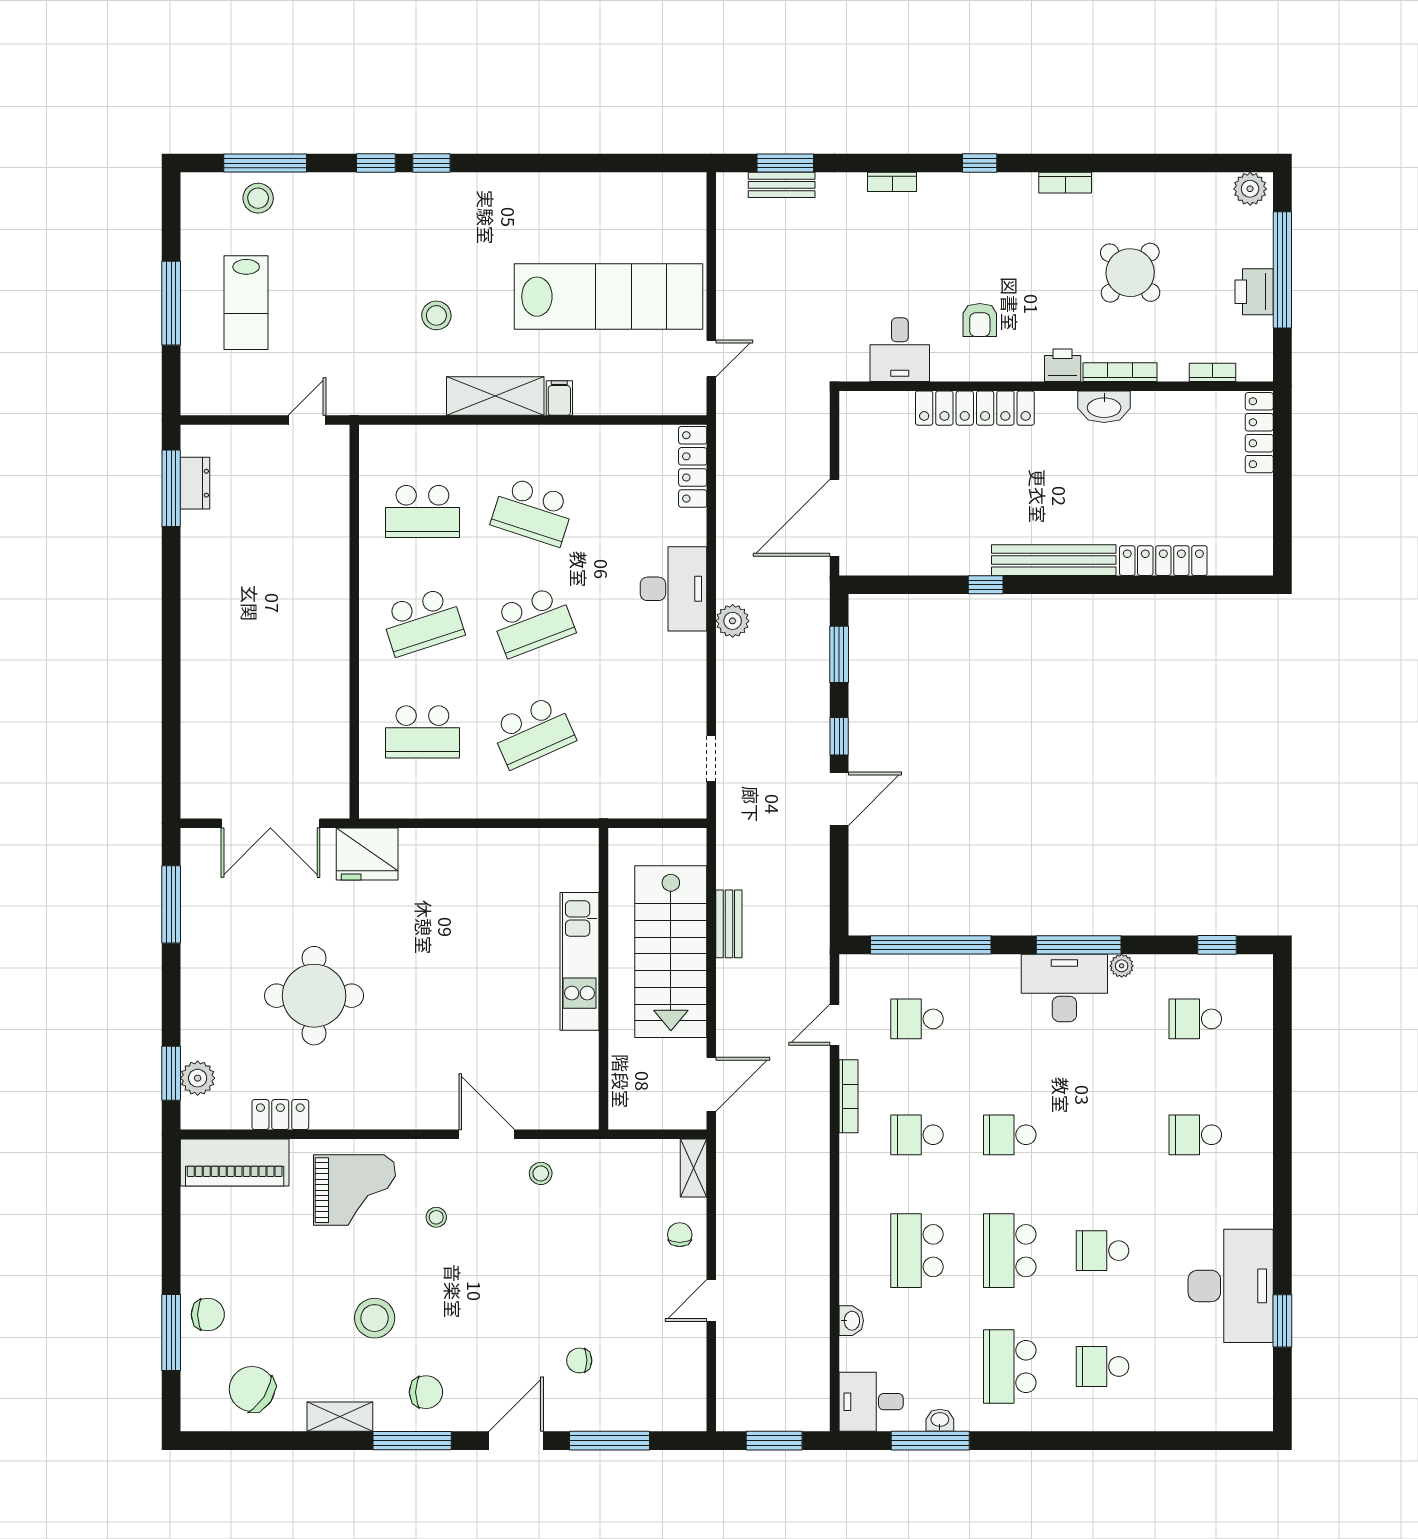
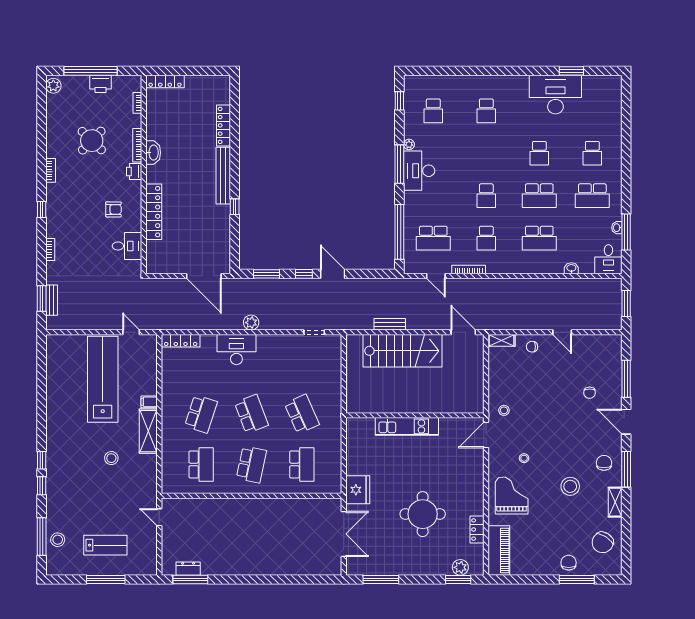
school desk: (422, 622) -> (251, 464), turned 30
kitchen unit: (580, 961) -> (407, 426), moved
wall: (604, 979) -> (415, 415), moved
school desk: (917, 1019) -> (433, 238), width x1.85

